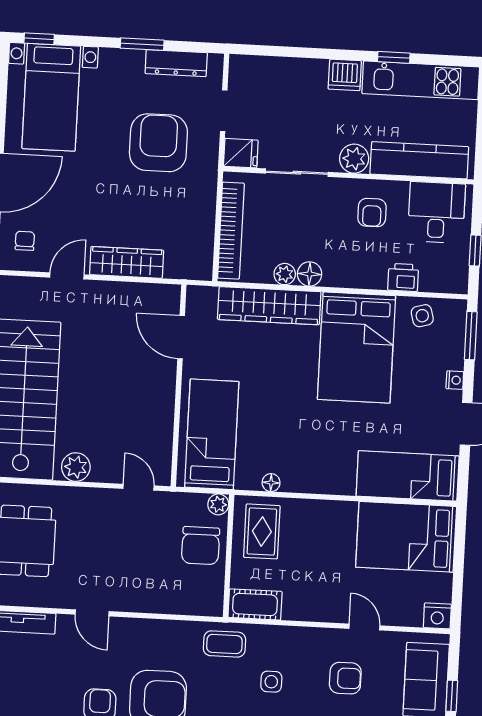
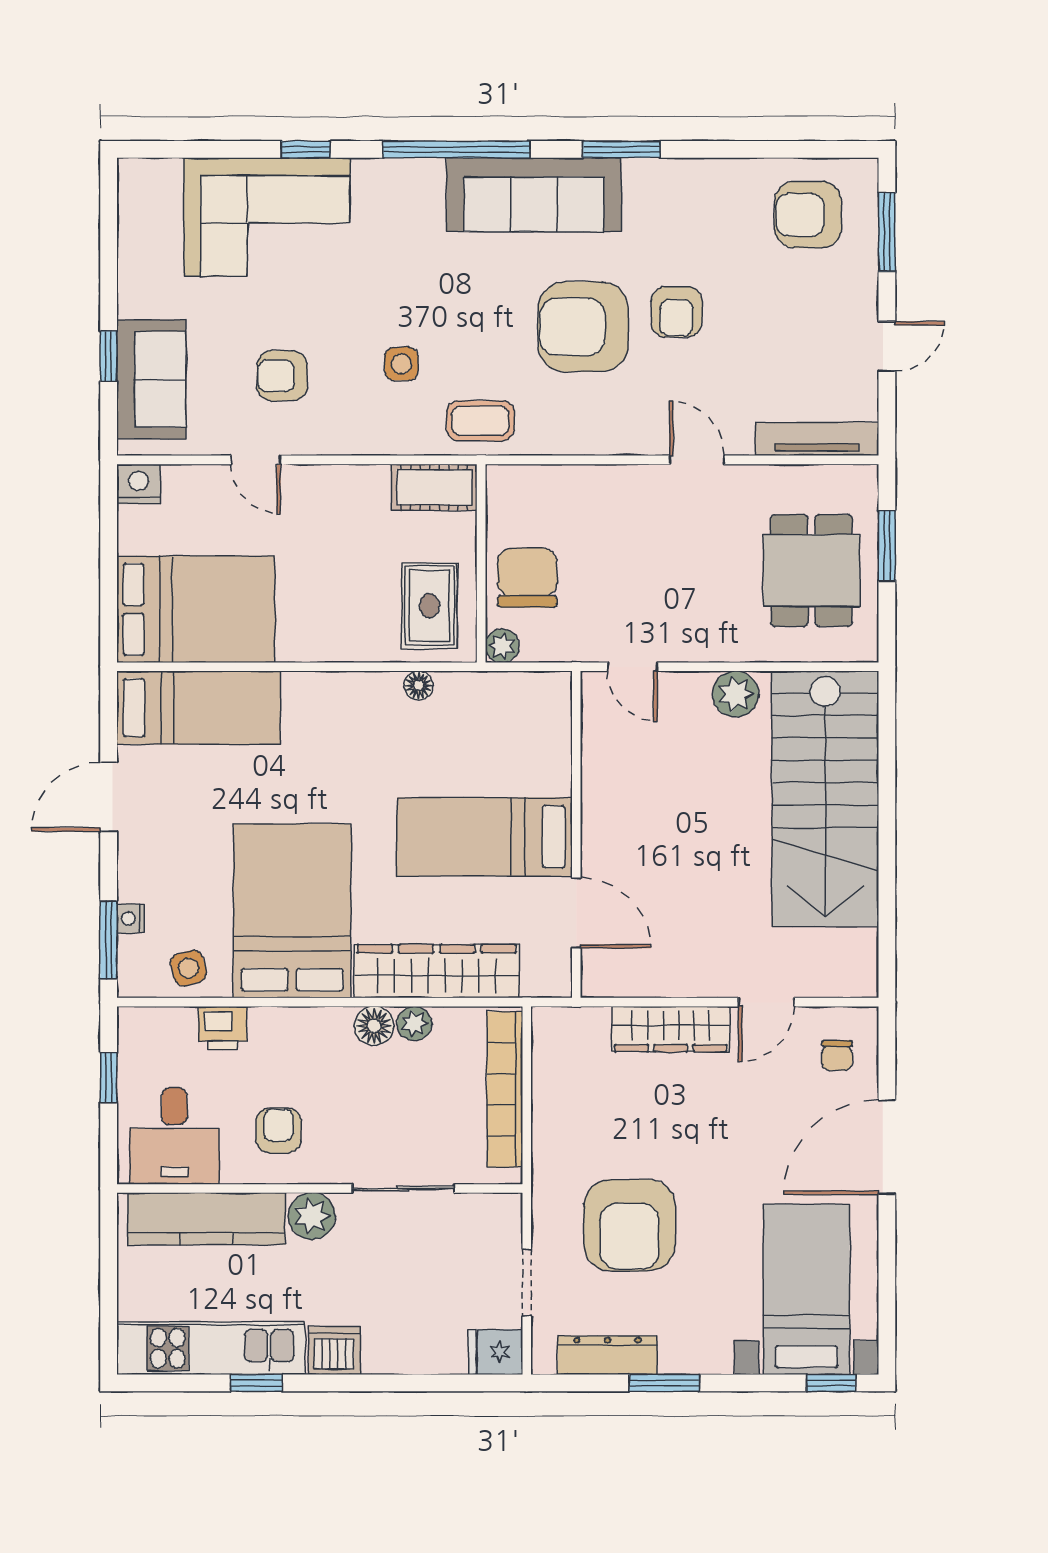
fridge: (241, 153) -> (496, 1352), moved
nightstand: (455, 380) -> (130, 919), moved
bed: (212, 434) -> (485, 837), moved, turned 90

